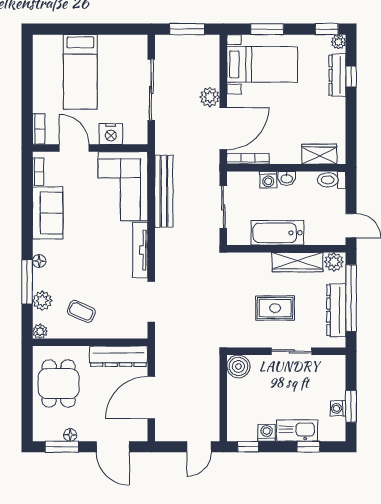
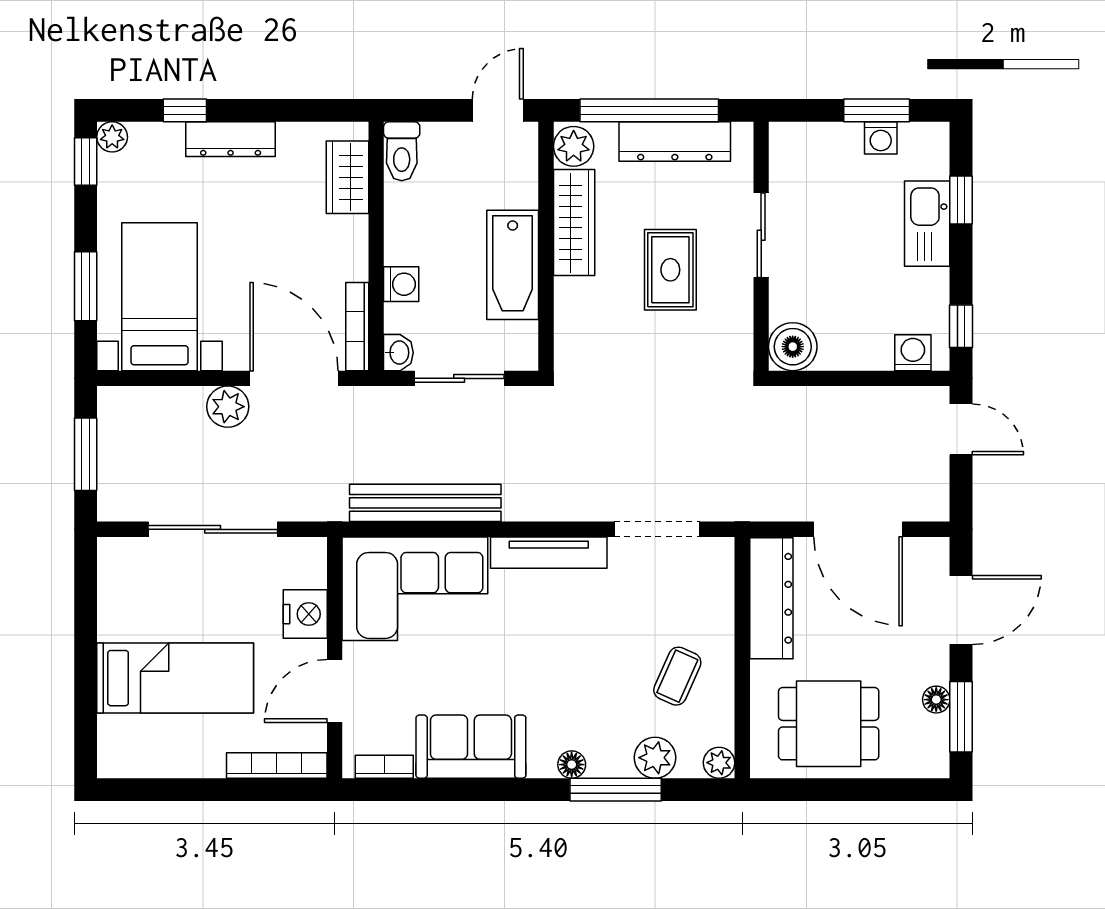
dresser: (337, 75) -> (231, 139), moved
bookcase: (39, 129) -> (277, 765), width x1.56
washbasin: (287, 178) -> (398, 353), moved
washing machine: (267, 433) -> (913, 353), moved, turned 90

